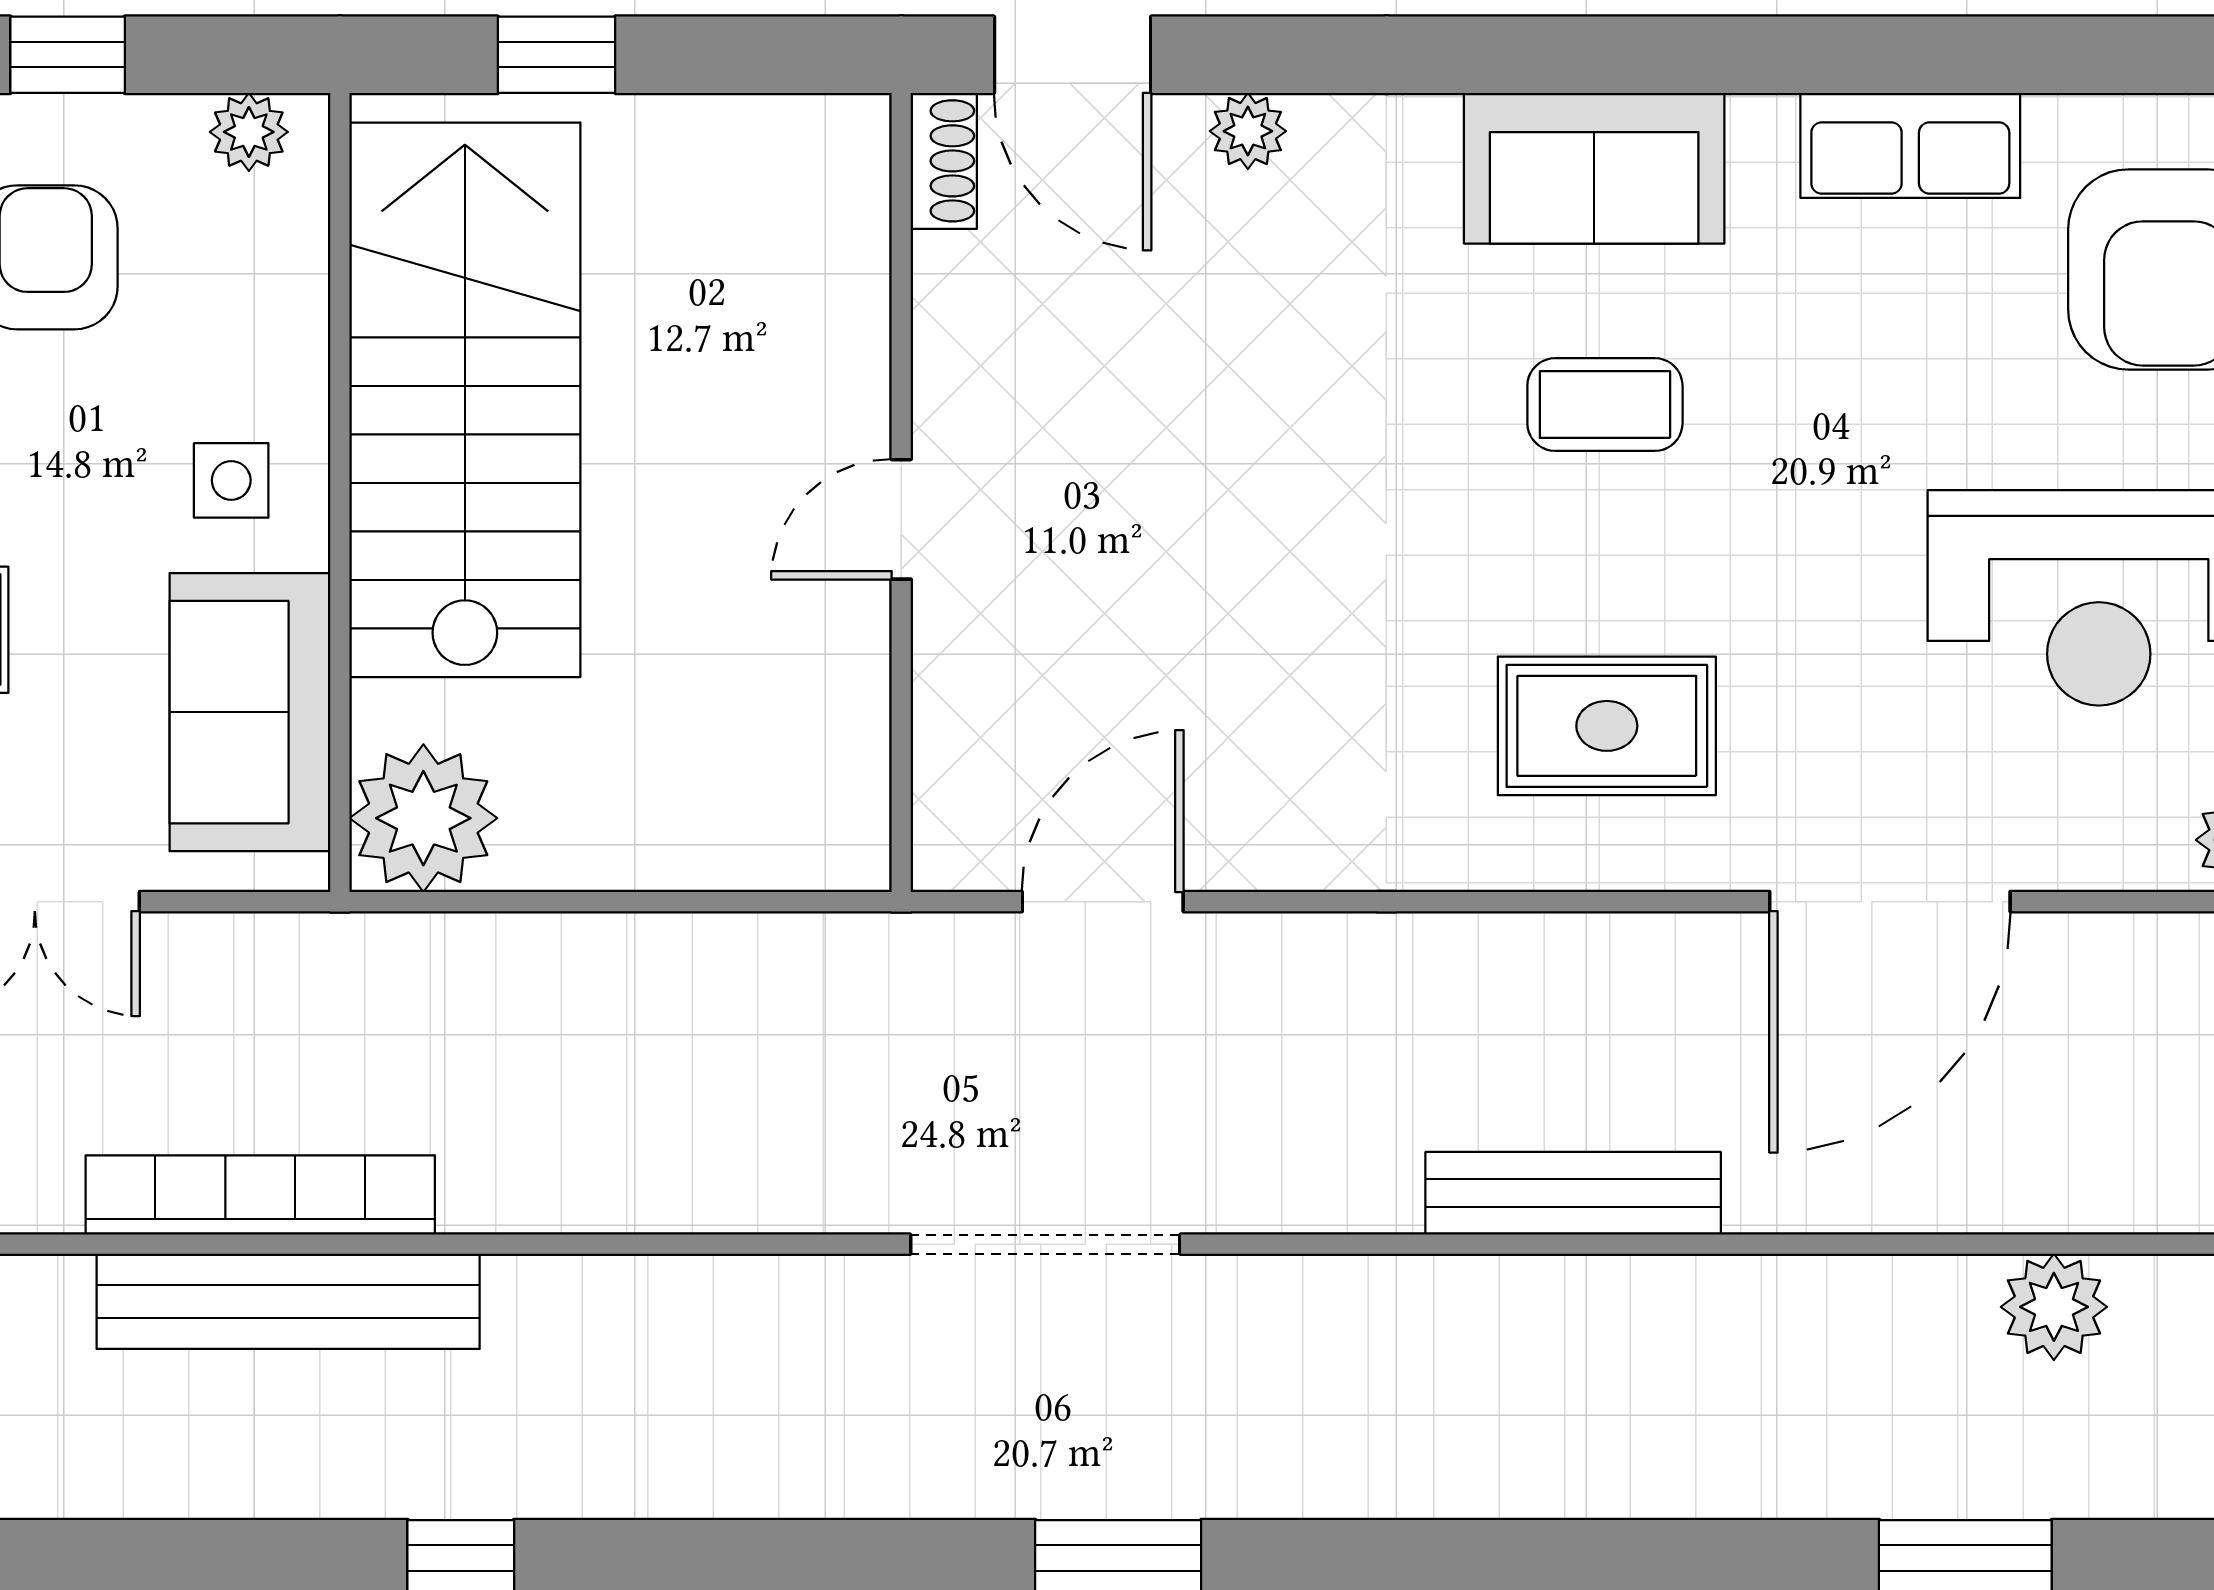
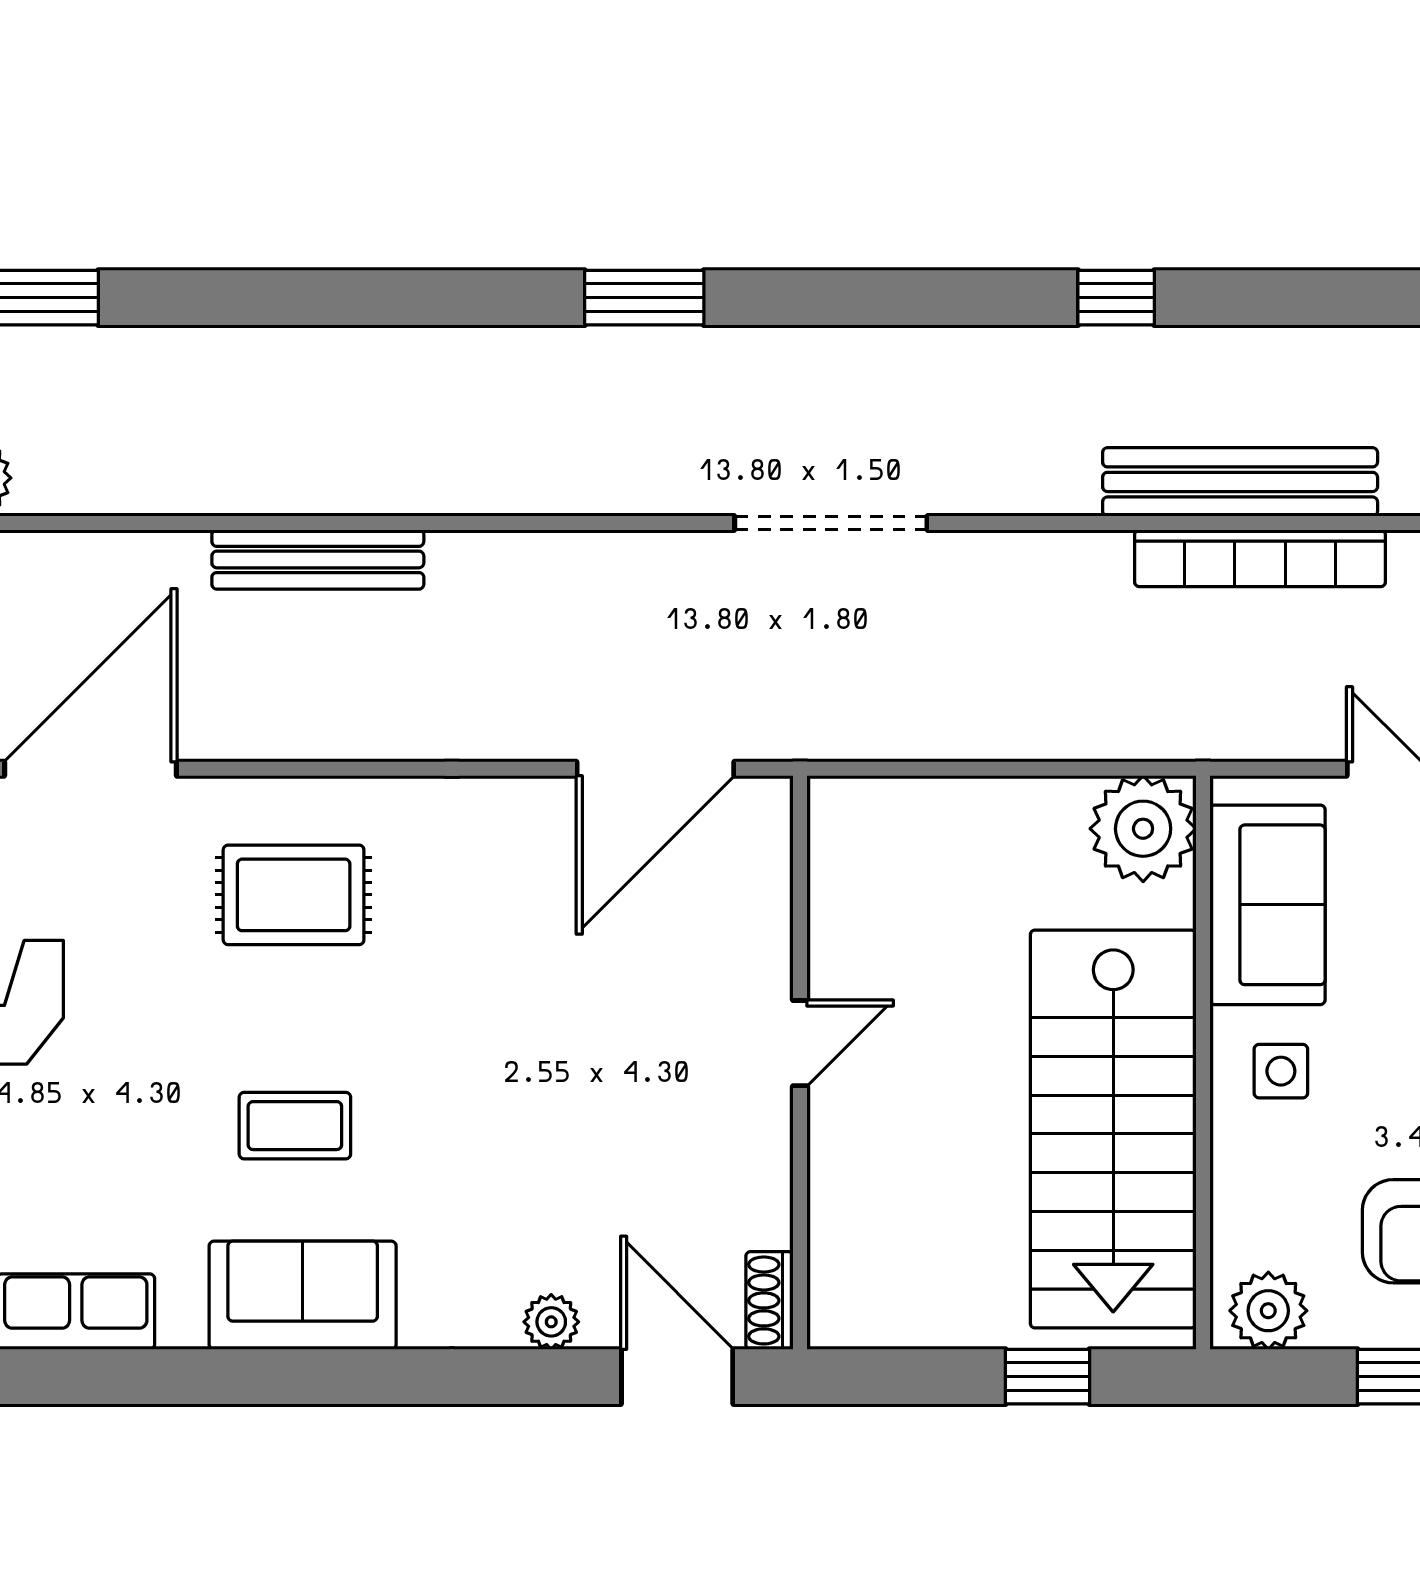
plant: (249, 132) -> (1268, 1311), width x1.38, depth x1.38
door: (1103, 902) -> (655, 769), width x1.36
doorway: (1045, 1244) -> (831, 523), moved

